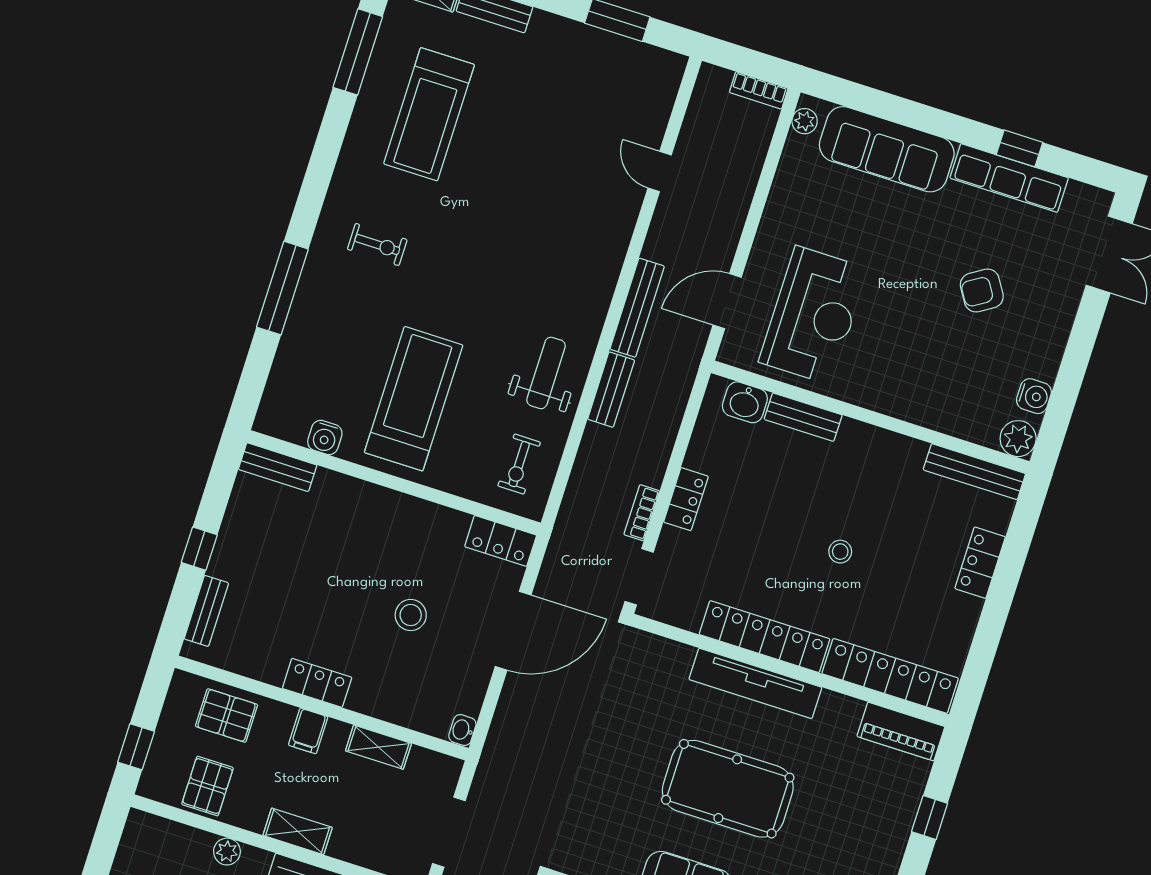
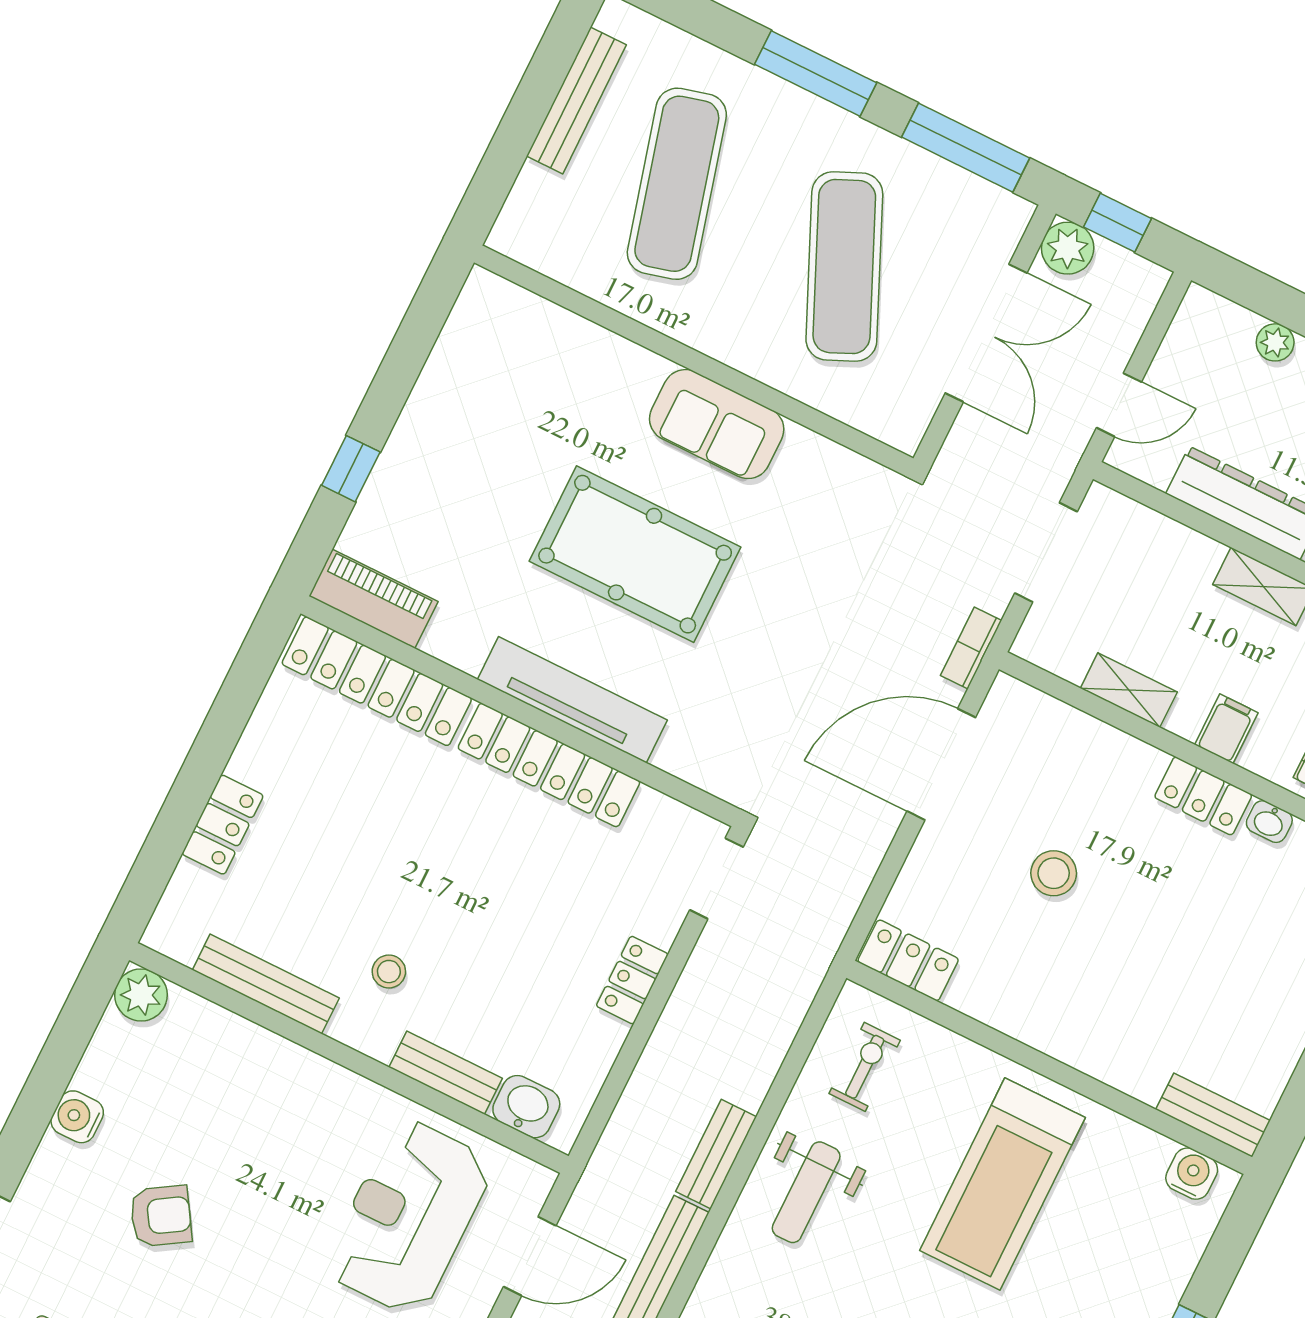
water cooler: (1034, 396) -> (77, 1117), moved
water cooler: (325, 438) -> (1192, 1174), moved
bench: (974, 472) -> (266, 984), moved
bookcase: (642, 513) -> (971, 648), moved, turned 180
stool: (840, 552) -> (389, 972), moved
door: (513, 631) -> (941, 764), moved
washbasin: (462, 730) -> (1269, 822), moved, turned 90

